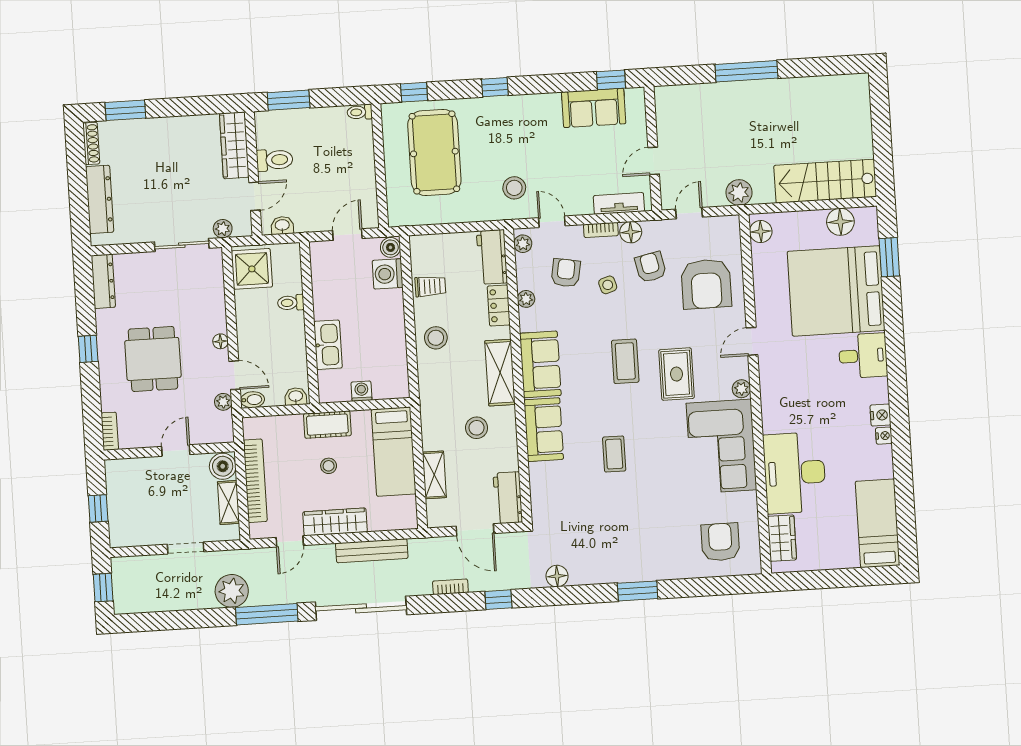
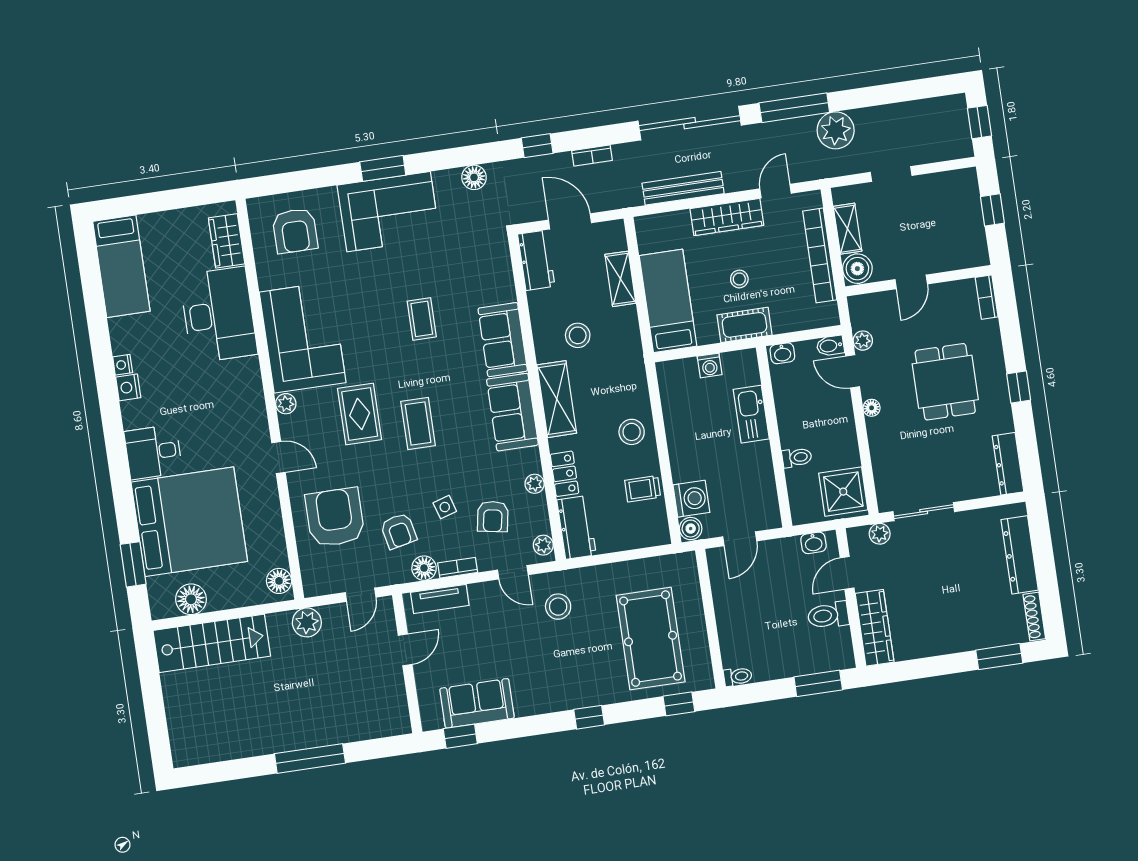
door: (752, 341) -> (278, 458), hinge flipped
corner sofa: (636, 552) -> (389, 212), added

